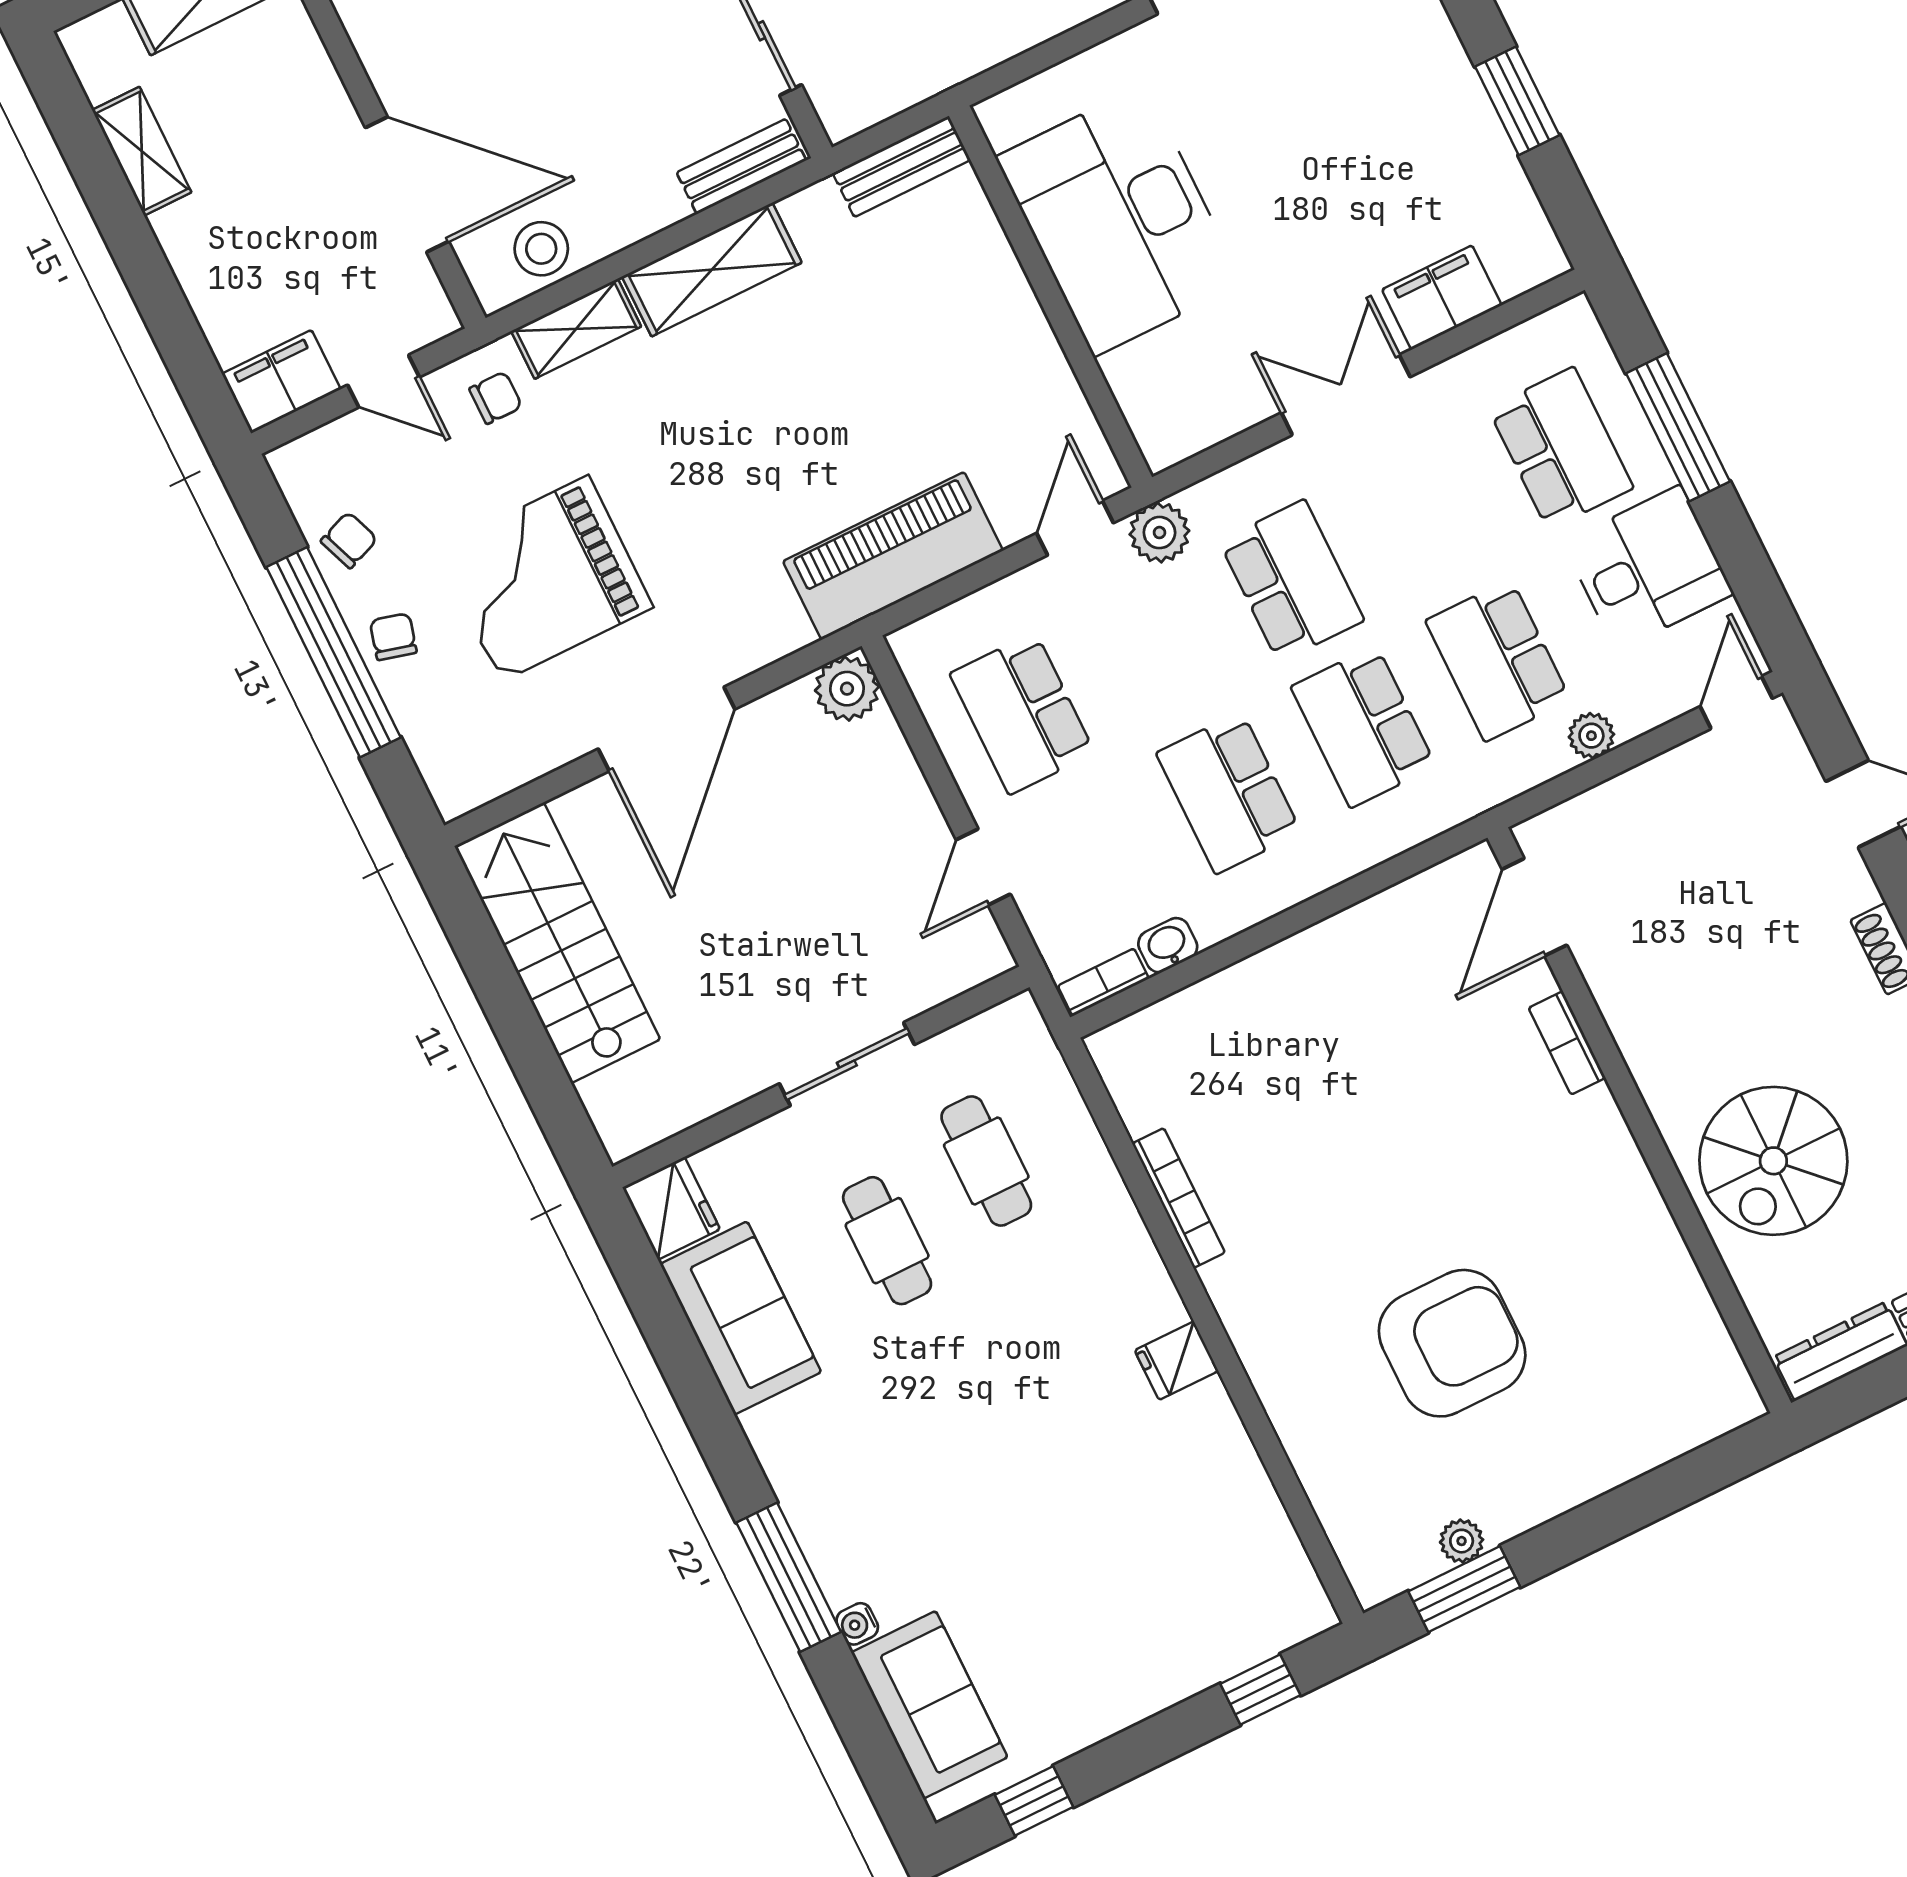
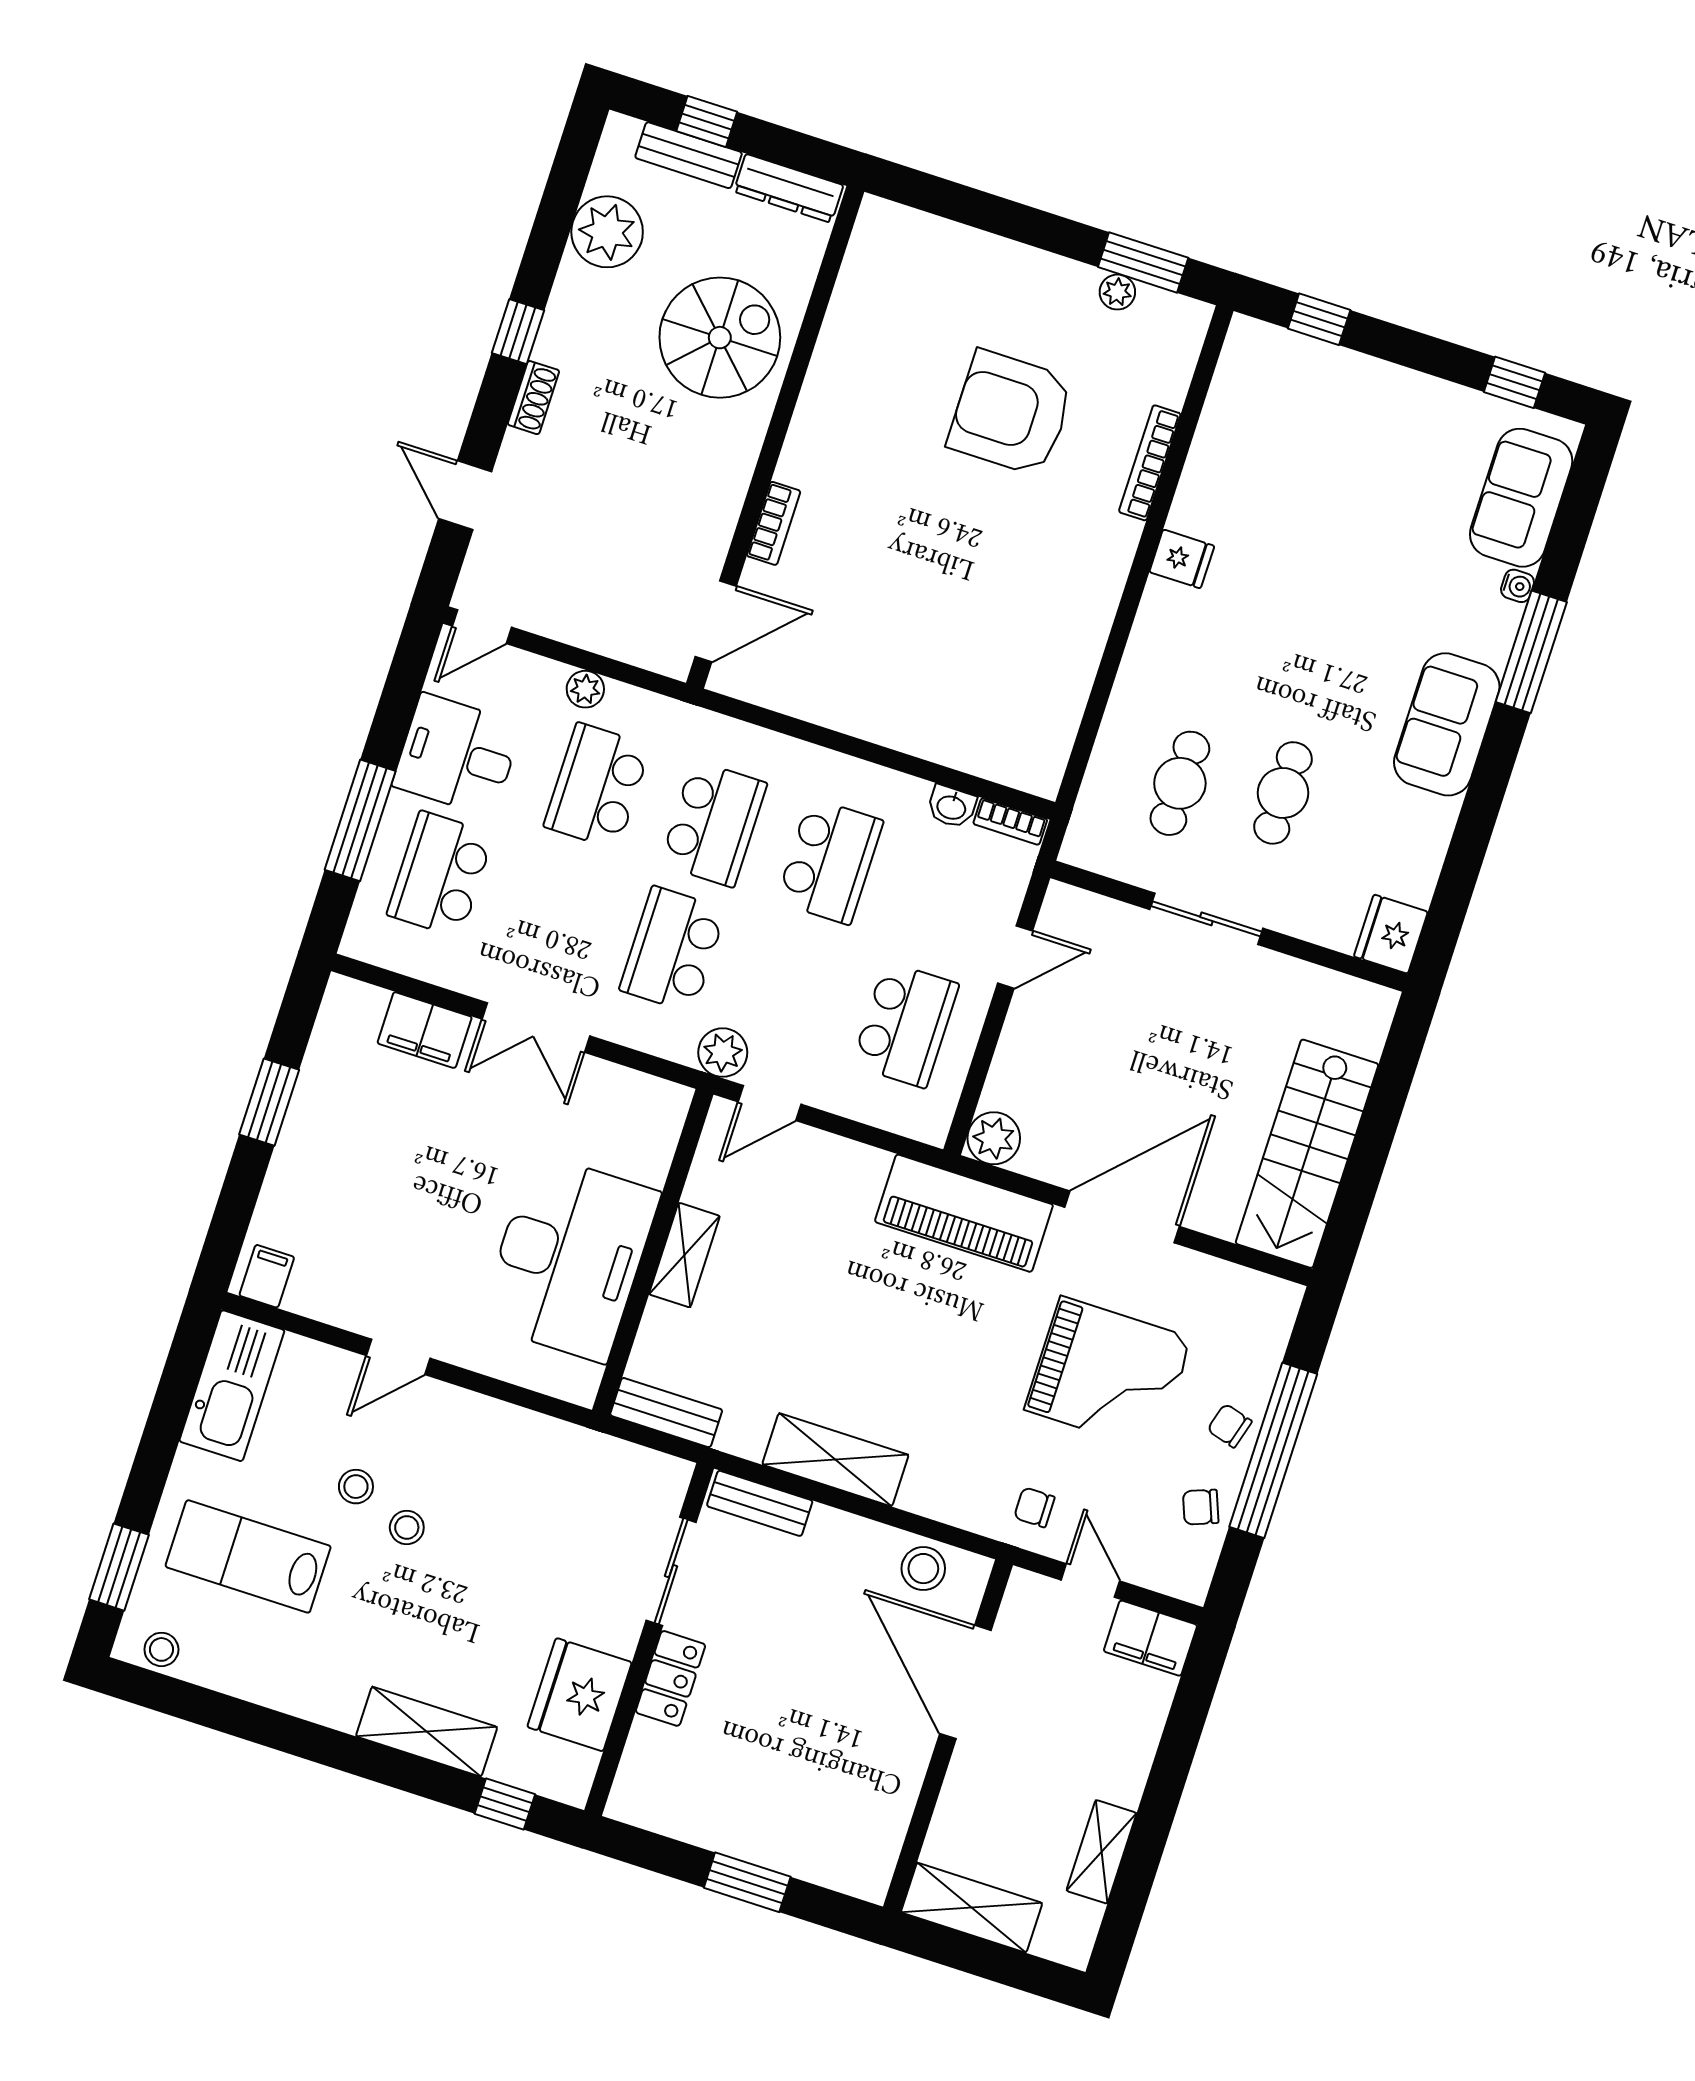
shelving: (576, 329) -> (684, 1255), moved, turned 90
piano: (893, 556) -> (964, 1213), moved
chair: (393, 637) -> (1230, 1426), turned 91
school desk: (1498, 660) -> (597, 786), turned 180
bookcase: (1179, 1198) -> (1150, 463), moved
sofa: (741, 1318) -> (1447, 724), moved

